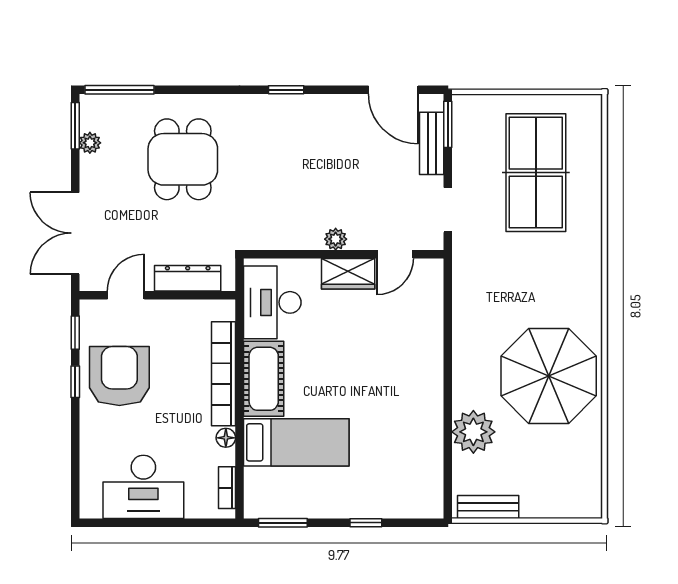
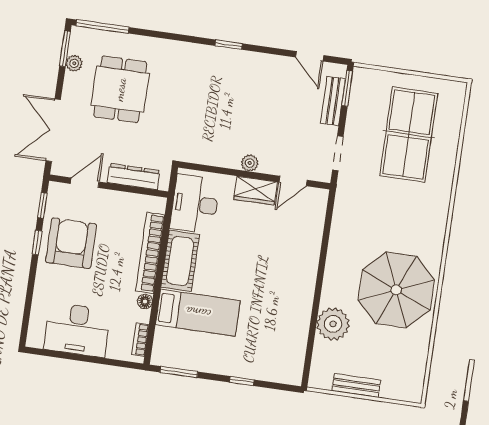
door: (393, 90) -> (310, 56), width x0.73
dining table: (183, 159) -> (120, 89), moved
bench: (488, 507) -> (356, 385), moved

